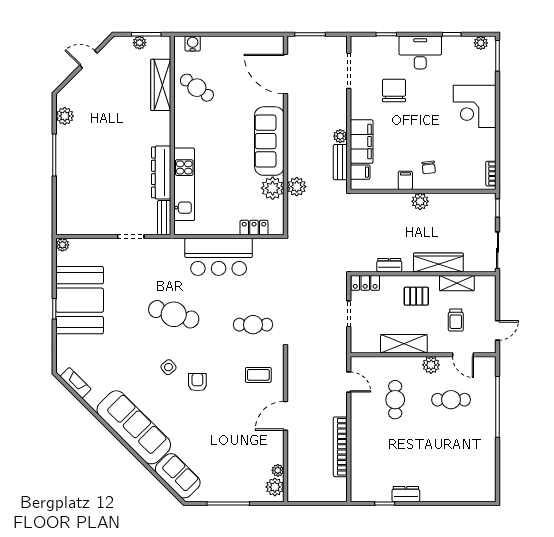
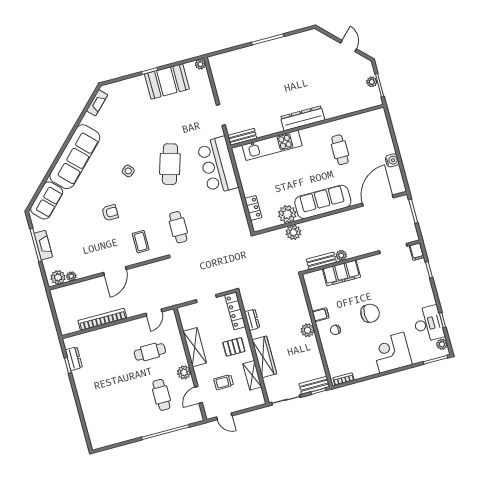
water cooler: (193, 44) -> (392, 160), moved
desk: (420, 53) -> (428, 324), moved
wardrobe: (161, 85) -> (344, 107), removed
cafe table: (197, 88) -> (340, 150), moved, turned -36
chair: (394, 91) -> (370, 313), moved
plant: (65, 116) -> (300, 39), removed
dresser: (161, 172) -> (303, 118), moved
filing cabinet: (360, 172) -> (417, 252), moved
bench: (489, 211) -> (314, 385), added
bar counter: (219, 257) -> (218, 165), moved
locker: (365, 283) -> (235, 311), width x1.53
pallet: (416, 296) -> (234, 347), turned 90
booth: (80, 300) -> (167, 81), width x0.73, depth x0.70
armchair: (197, 382) -> (110, 213), moved
door: (286, 416) -> (115, 271), swing flipped
fireplace: (231, 494) -> (43, 245), added
dresser: (406, 494) -> (74, 359), moved

